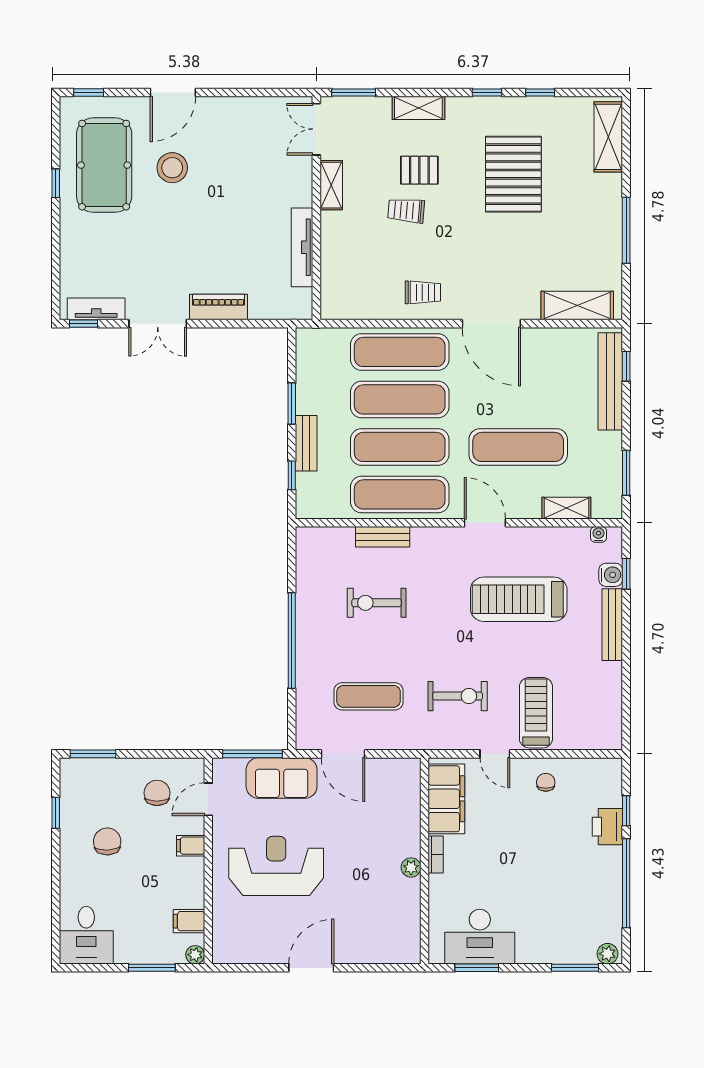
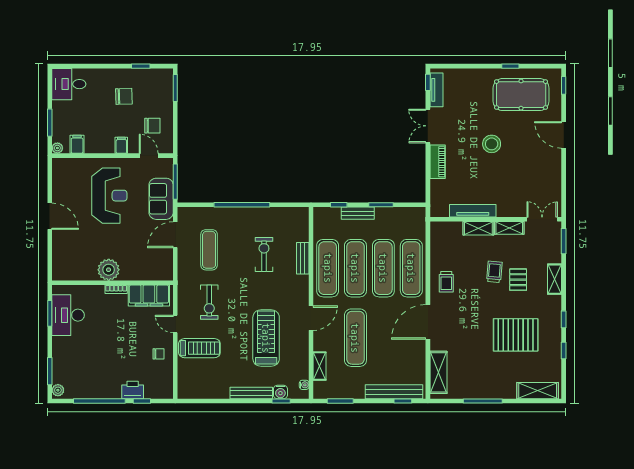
stool: (172, 168) -> (492, 144), moved
shelving: (332, 238) -> (478, 228), added
door: (495, 754) -> (175, 324), hinge flipped
plant: (411, 867) -> (109, 270), width x1.88, depth x1.88

